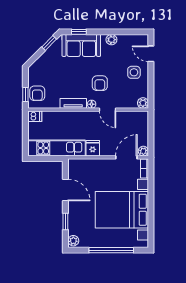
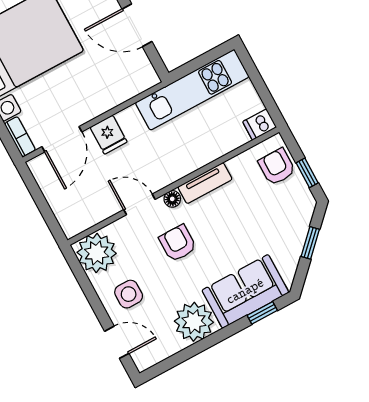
plant: (111, 40) -> (194, 322), width x1.88, depth x1.88
window: (49, 43) -> (310, 243), moved
window: (25, 94) -> (307, 173), moved
plant: (143, 103) -> (97, 253), width x1.88, depth x1.88
fridge: (93, 148) -> (108, 135), moved
plant: (143, 151) -> (38, 166), removed

